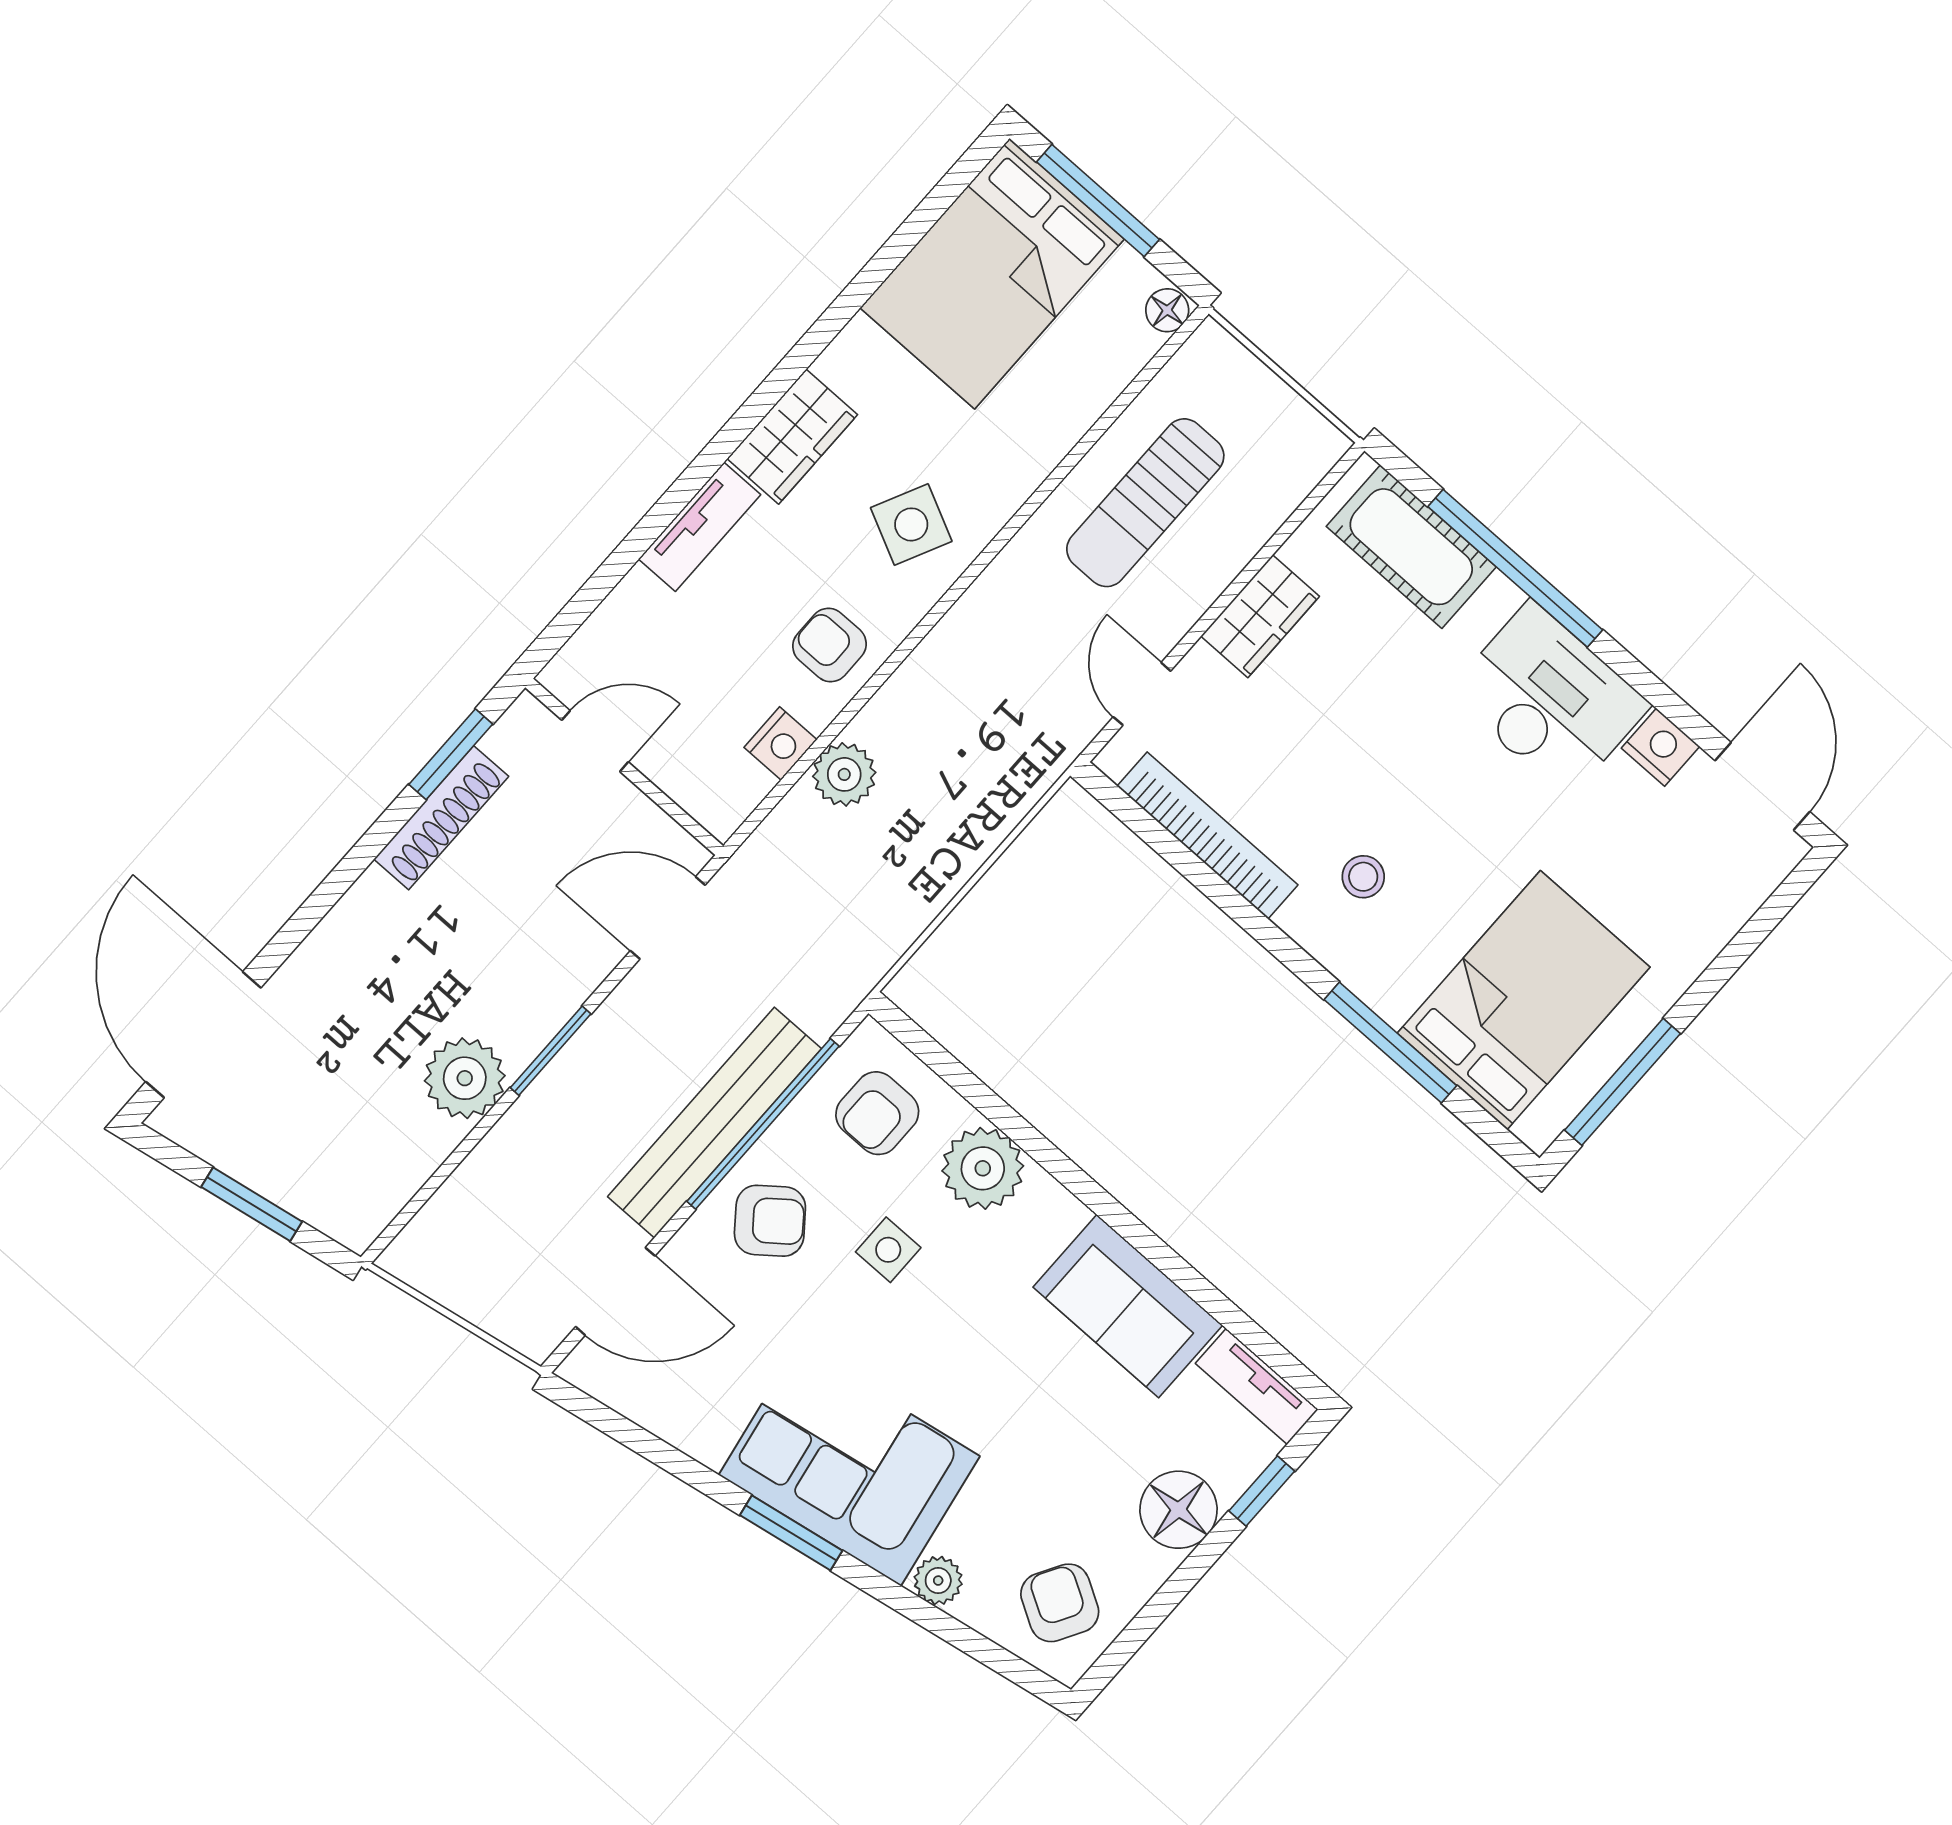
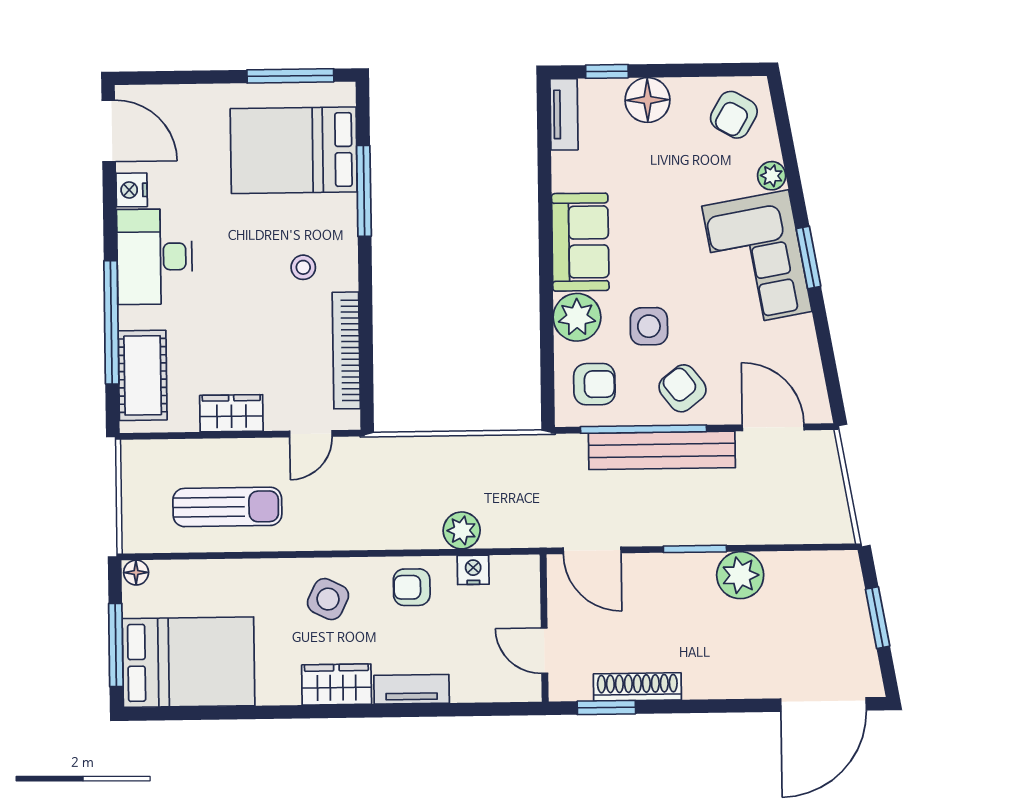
armchair: (830, 645) -> (412, 587), turned 90
door: (1762, 786) -> (109, 131), swing flipped
side table: (888, 1250) -> (649, 326), width x1.37, depth x1.37
sofa: (1128, 1306) -> (580, 242), moved

